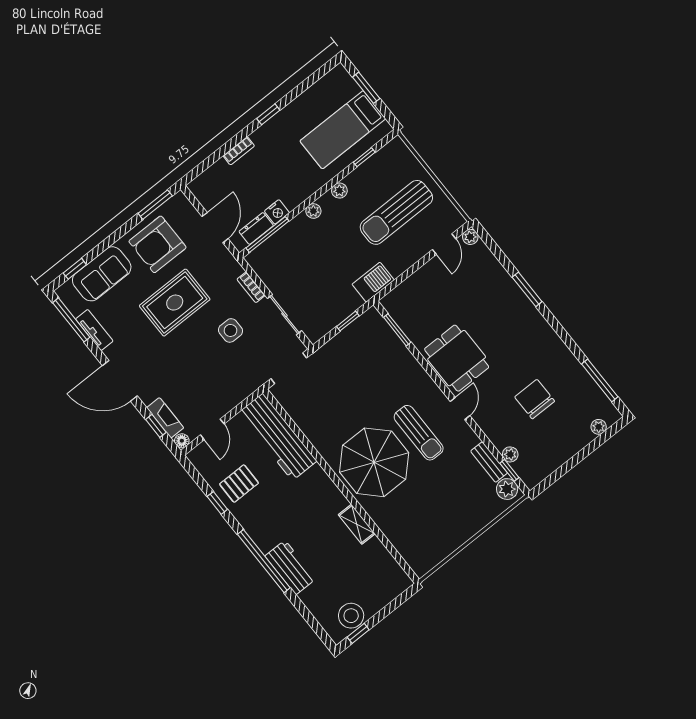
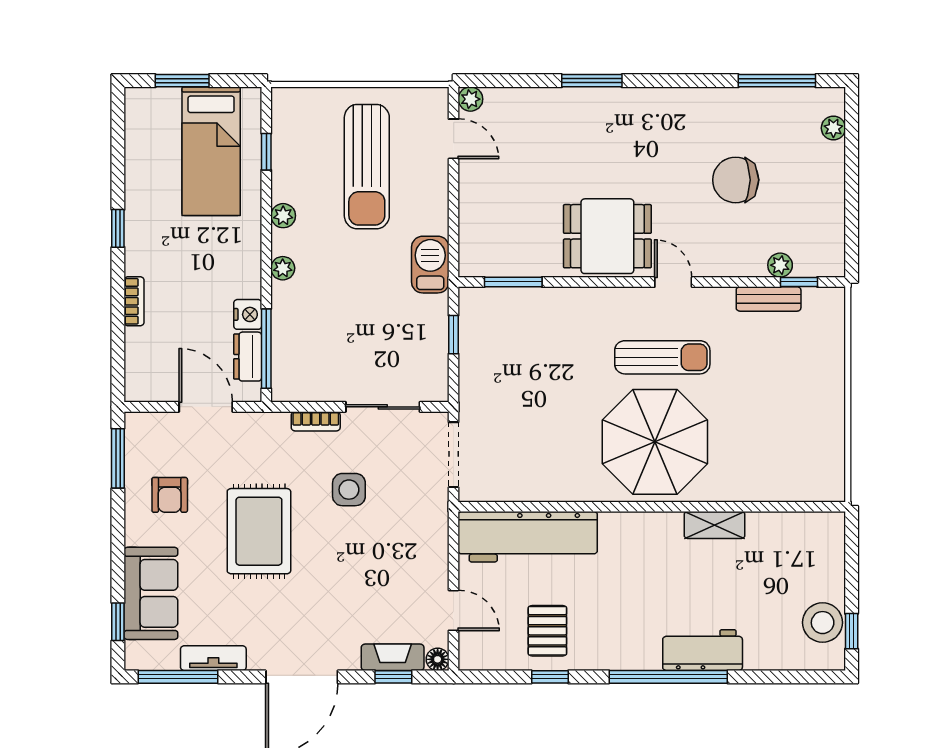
armchair: (158, 244) -> (170, 495), width x0.53, depth x0.53
plant: (507, 489) -> (820, 303), removed

